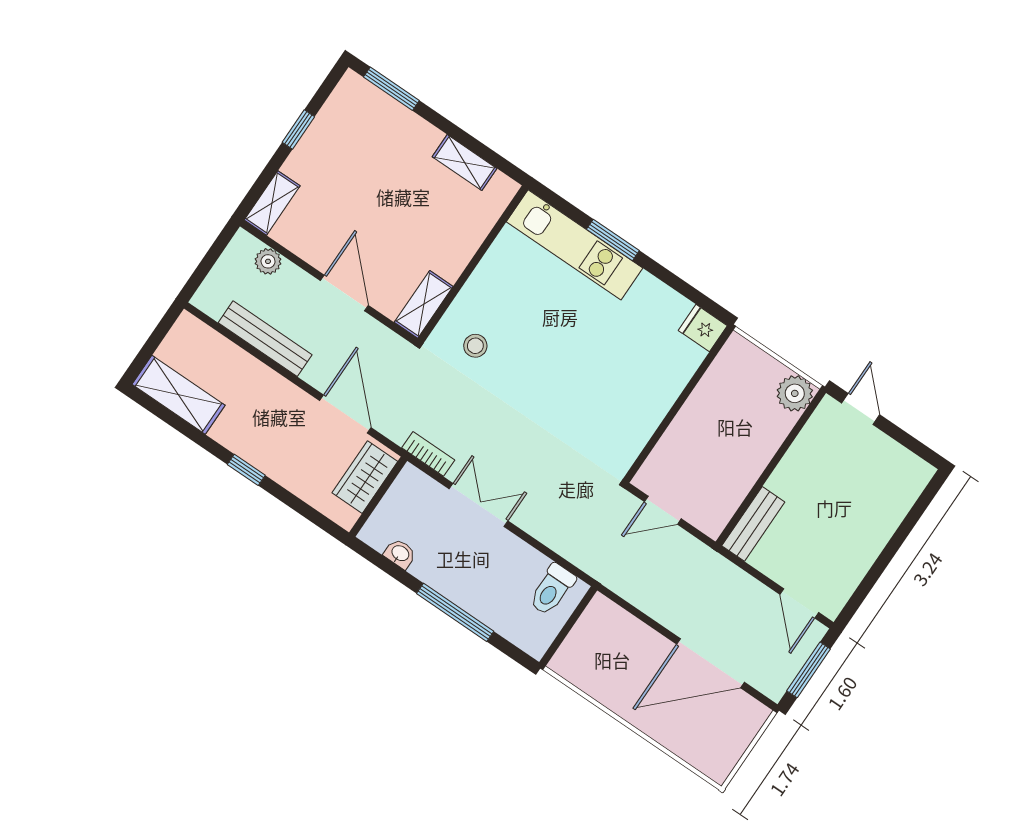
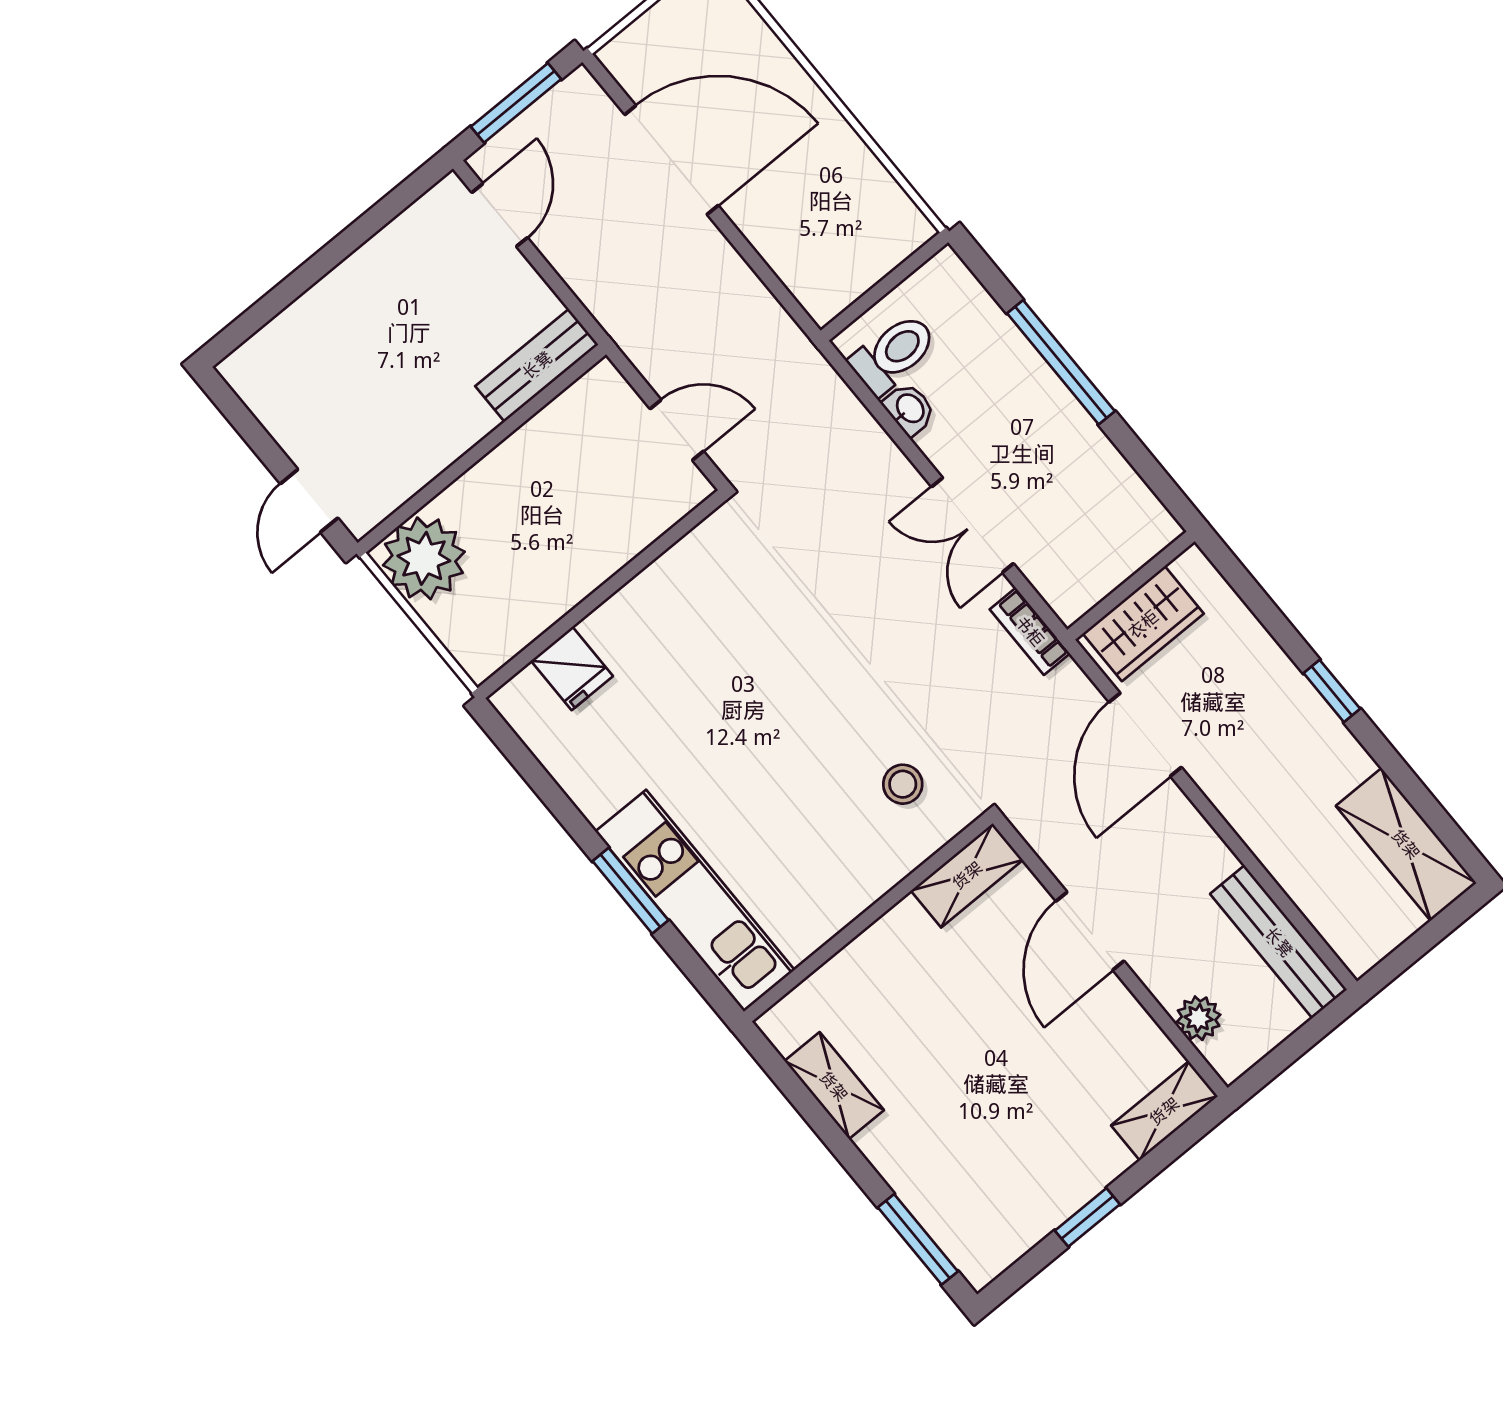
fridge: (703, 328) -> (572, 668), moved
bench: (265, 339) -> (1279, 942), moved
plant: (795, 393) -> (424, 558), width x1.36, depth x1.36
washbasin: (400, 554) -> (909, 409), moved, turned 180

